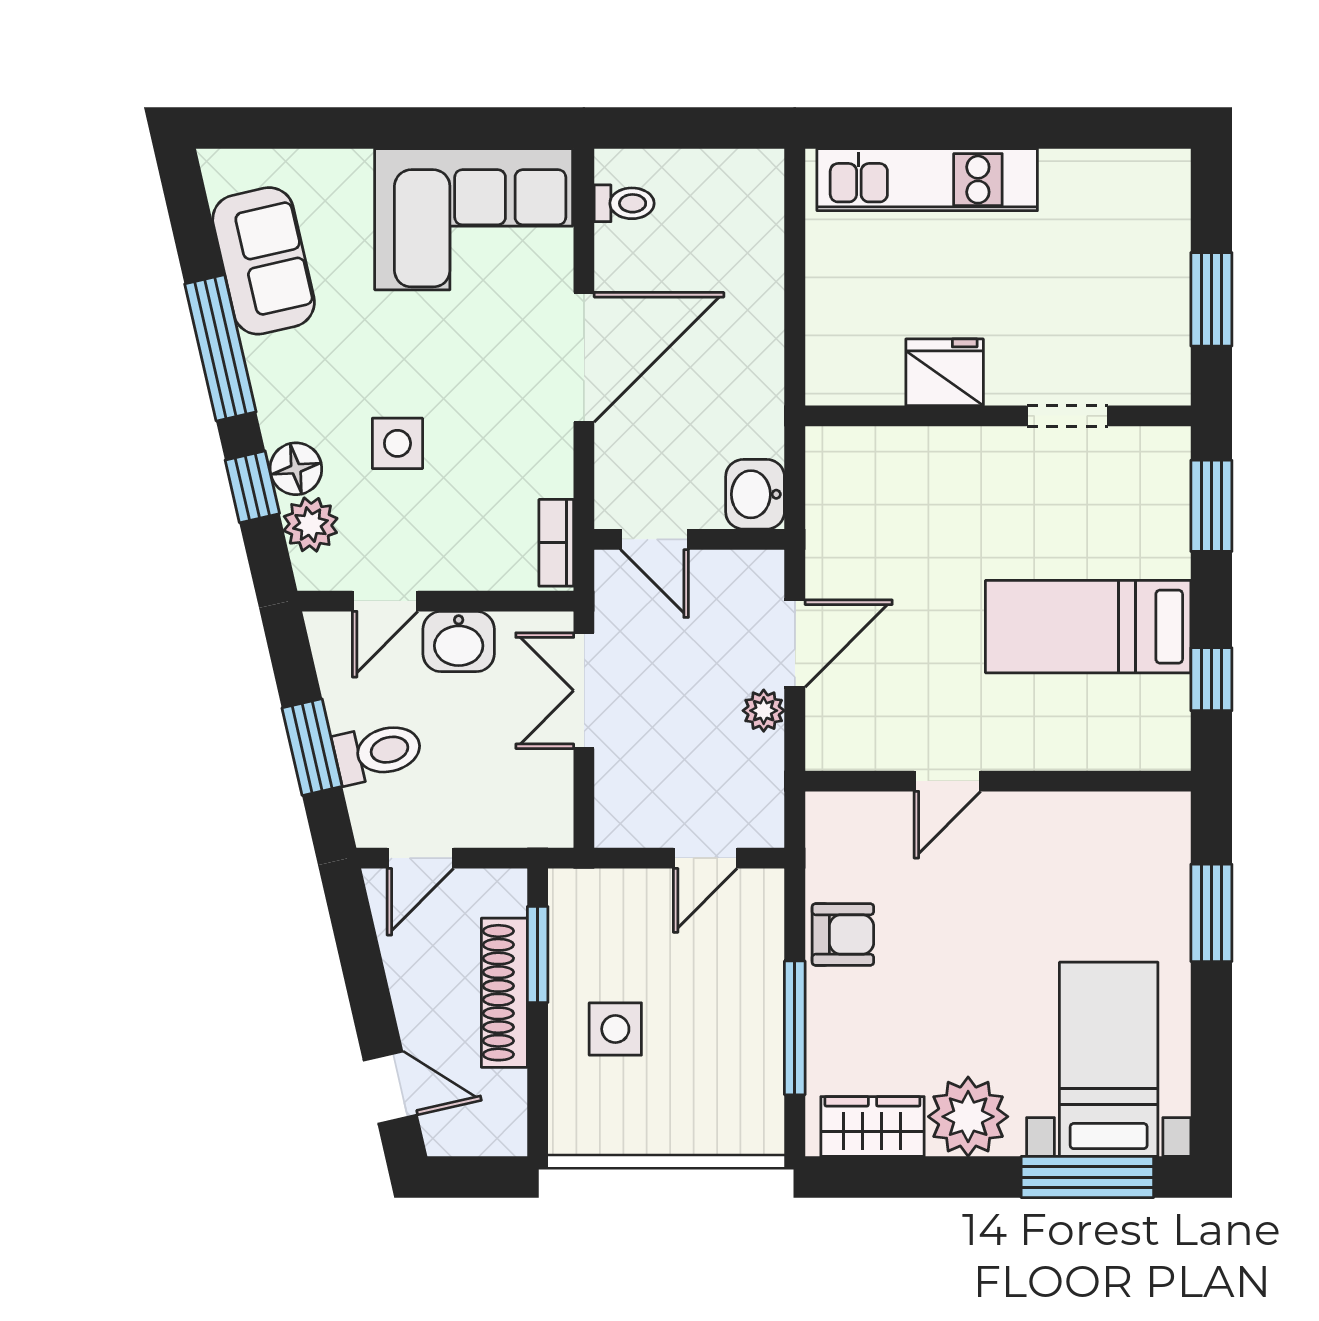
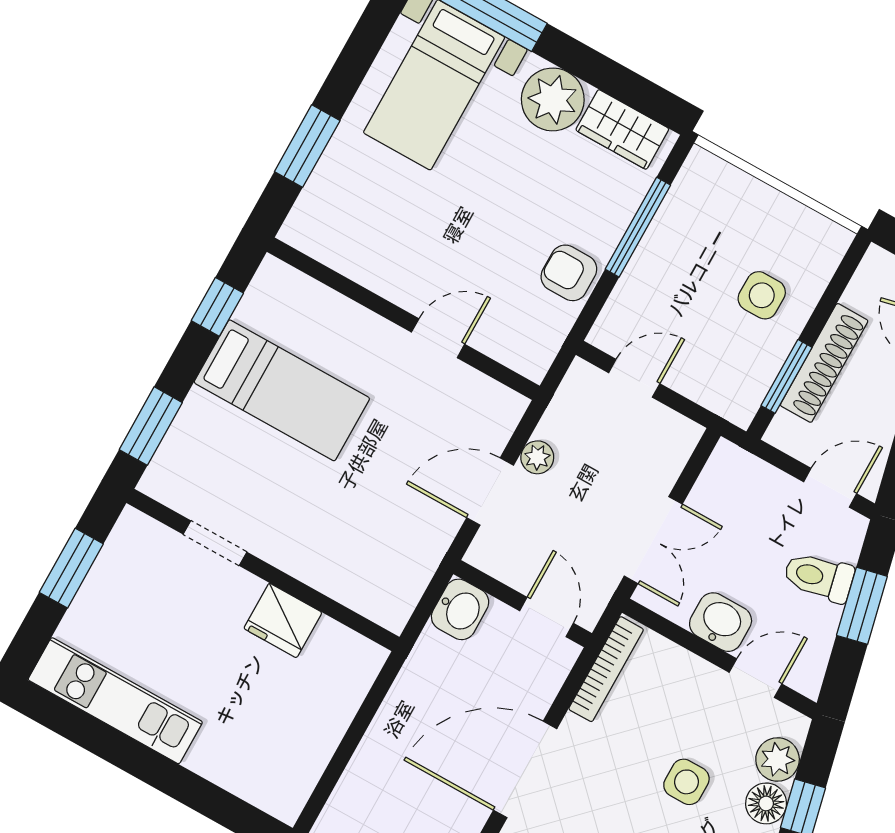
kitchen unit: (927, 180) -> (115, 701), moved
bookcase: (556, 543) -> (606, 669), width x1.56

